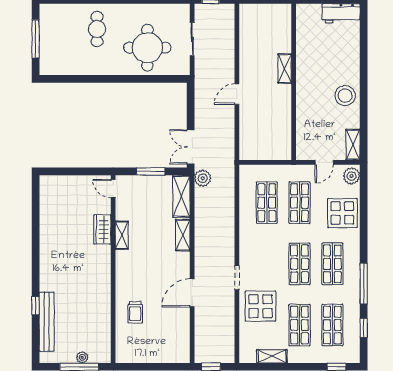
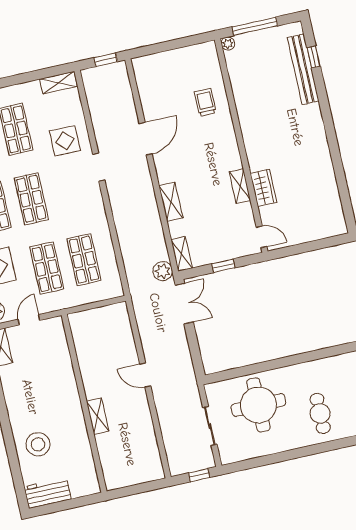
door: (237, 94) -> (145, 375), swing flipped
stool: (345, 96) -> (38, 444), moved
window: (151, 171) -> (223, 266), width x0.67
shelving: (181, 196) -> (182, 254), width x0.67, depth x0.75
window: (36, 306) -> (314, 57), moved
display table: (260, 306) -> (65, 141), width x0.73, depth x0.73
shelving: (272, 356) -> (58, 83), moved
plant: (82, 357) -> (228, 44), moved

